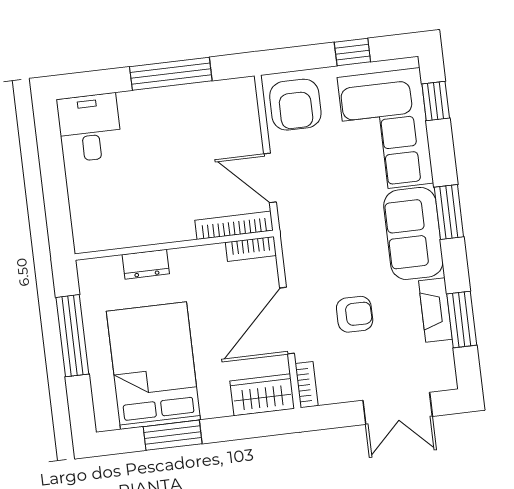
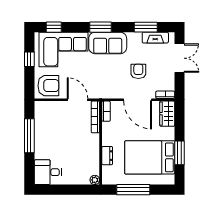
door: (270, 178) -> (78, 100), swing flipped
plant: (84, 242) -> (95, 180), added
fireplace: (435, 310) -> (155, 38), moved

